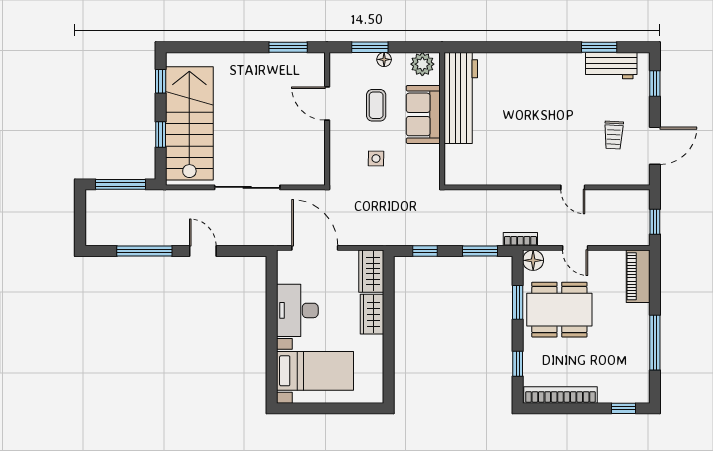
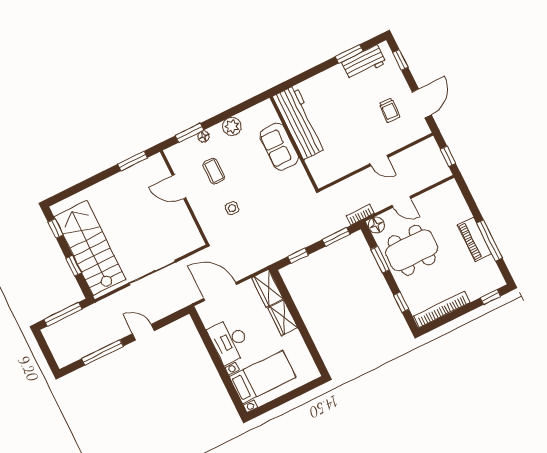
workbench: (461, 98) -> (300, 122), moved
sofa: (423, 114) -> (279, 147), moved
wall: (442, 119) -> (294, 143), moved
piano: (638, 276) -> (474, 239), moved

